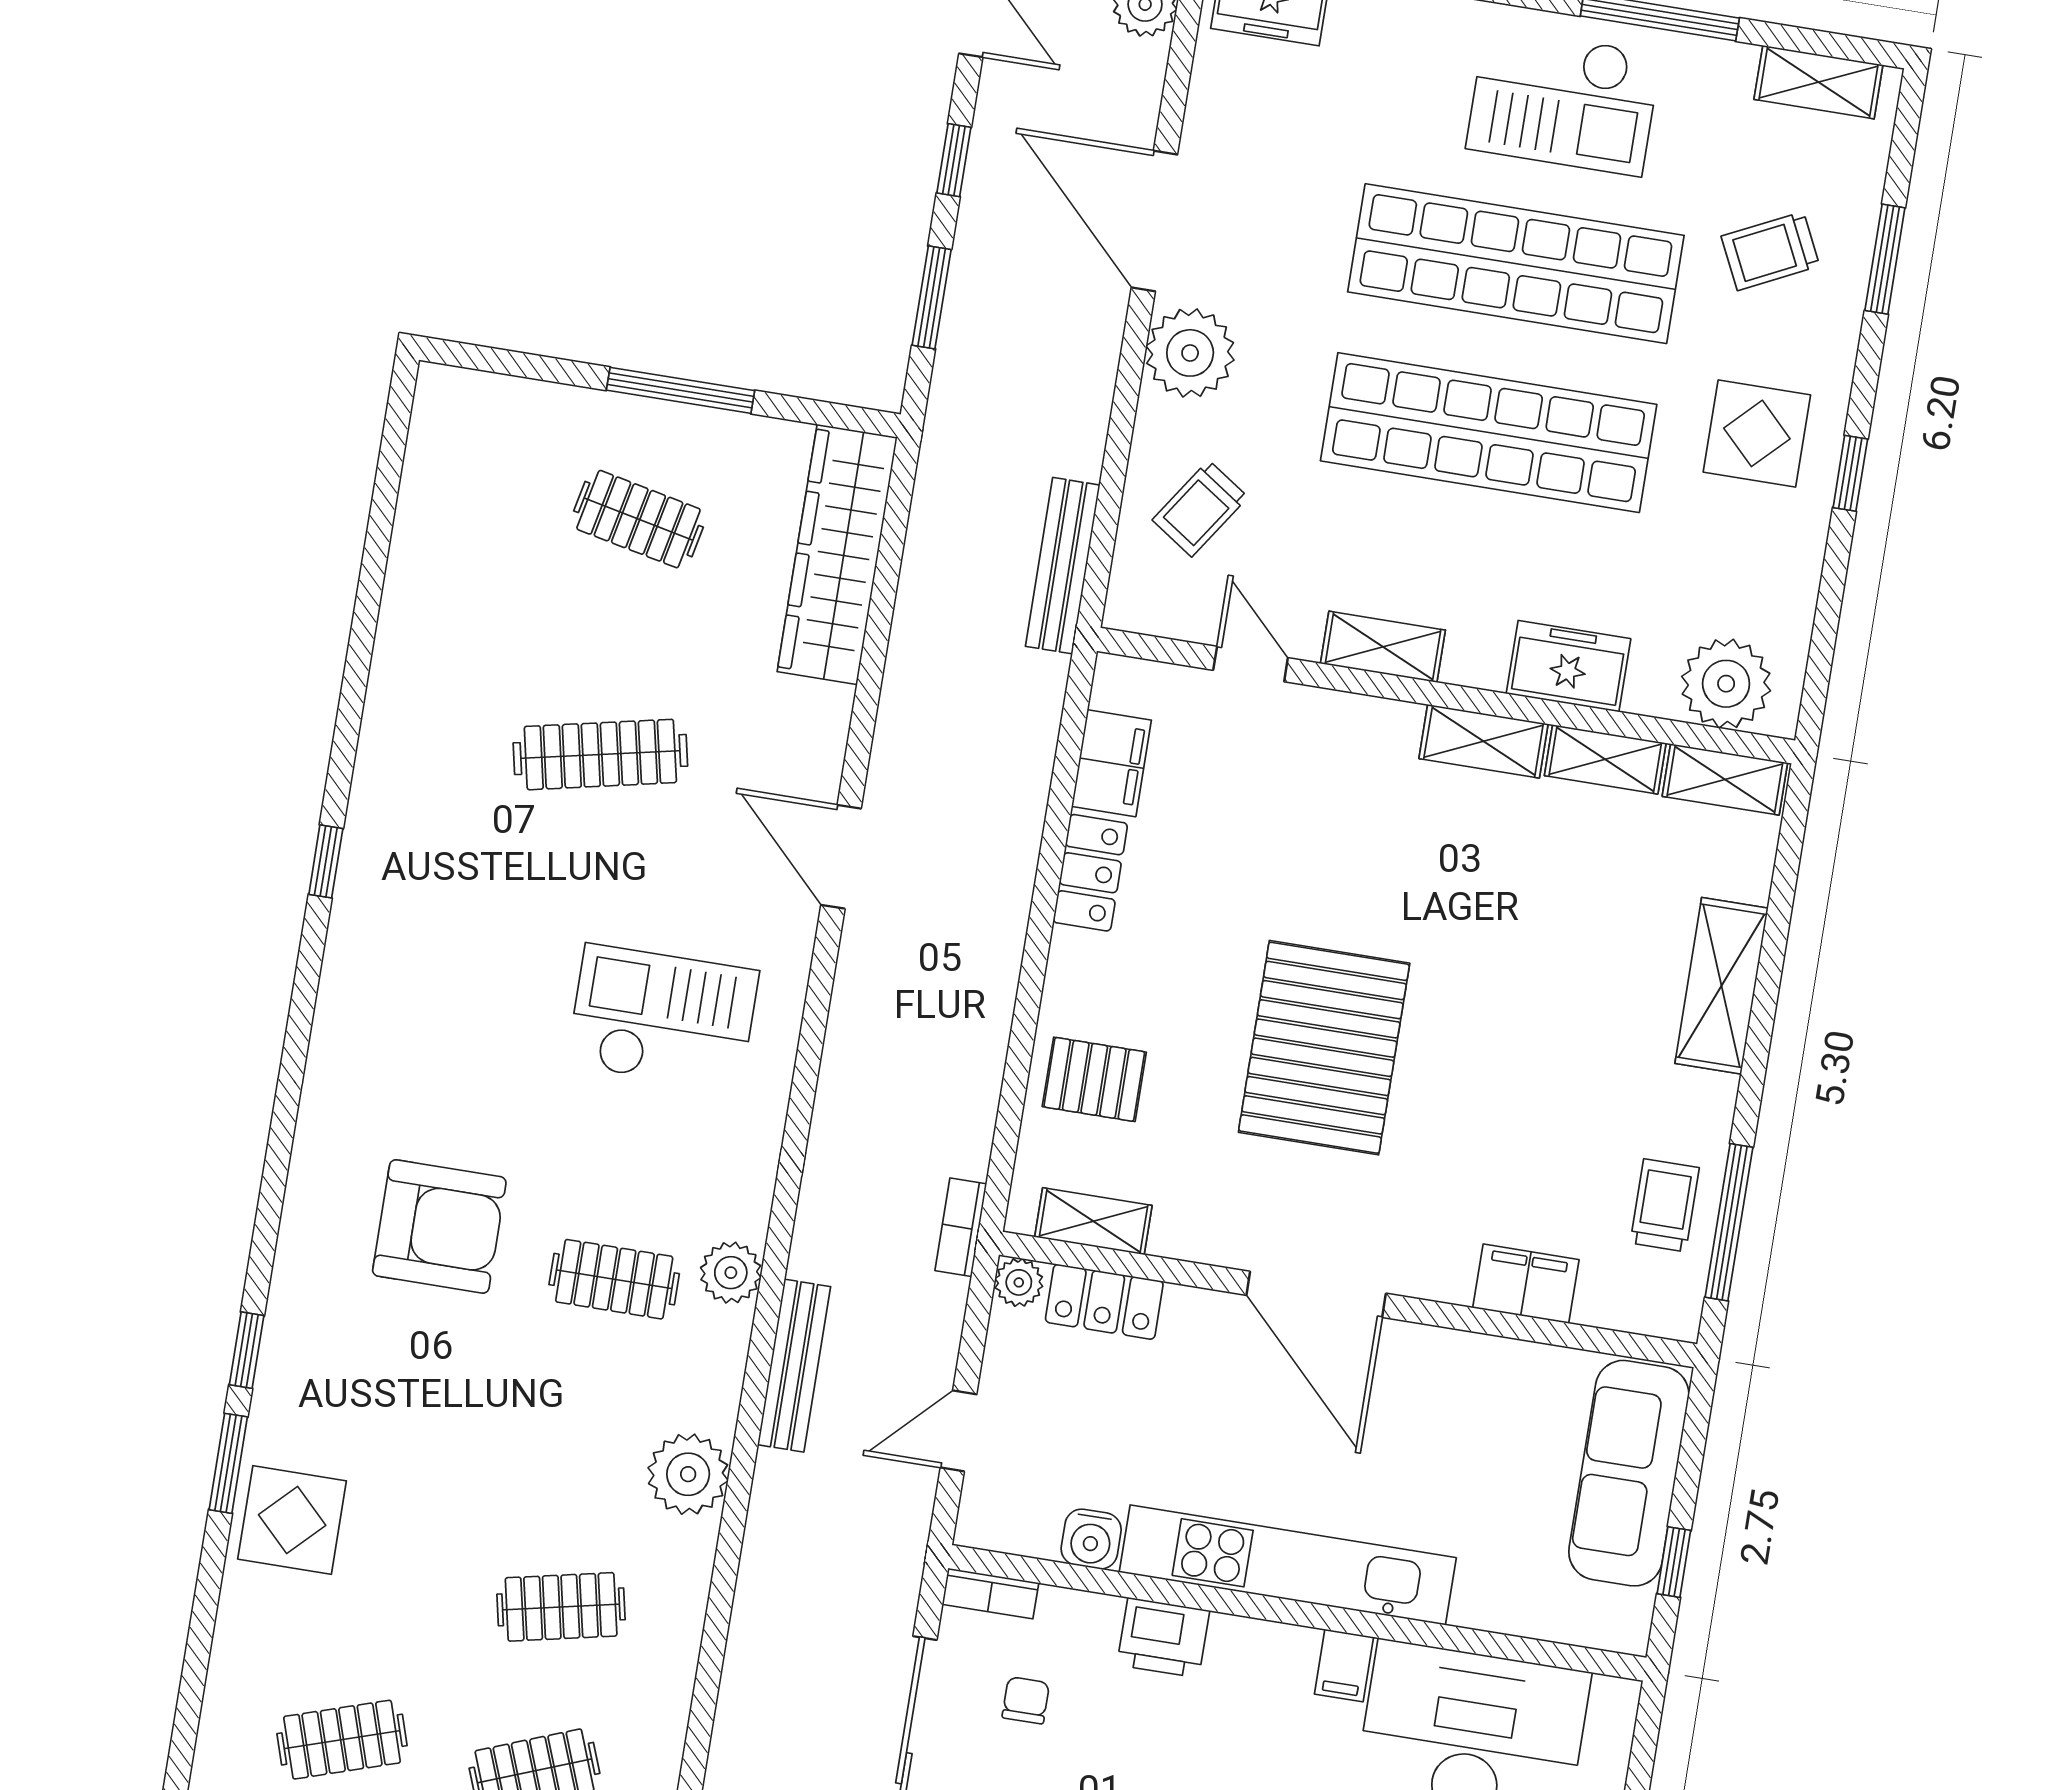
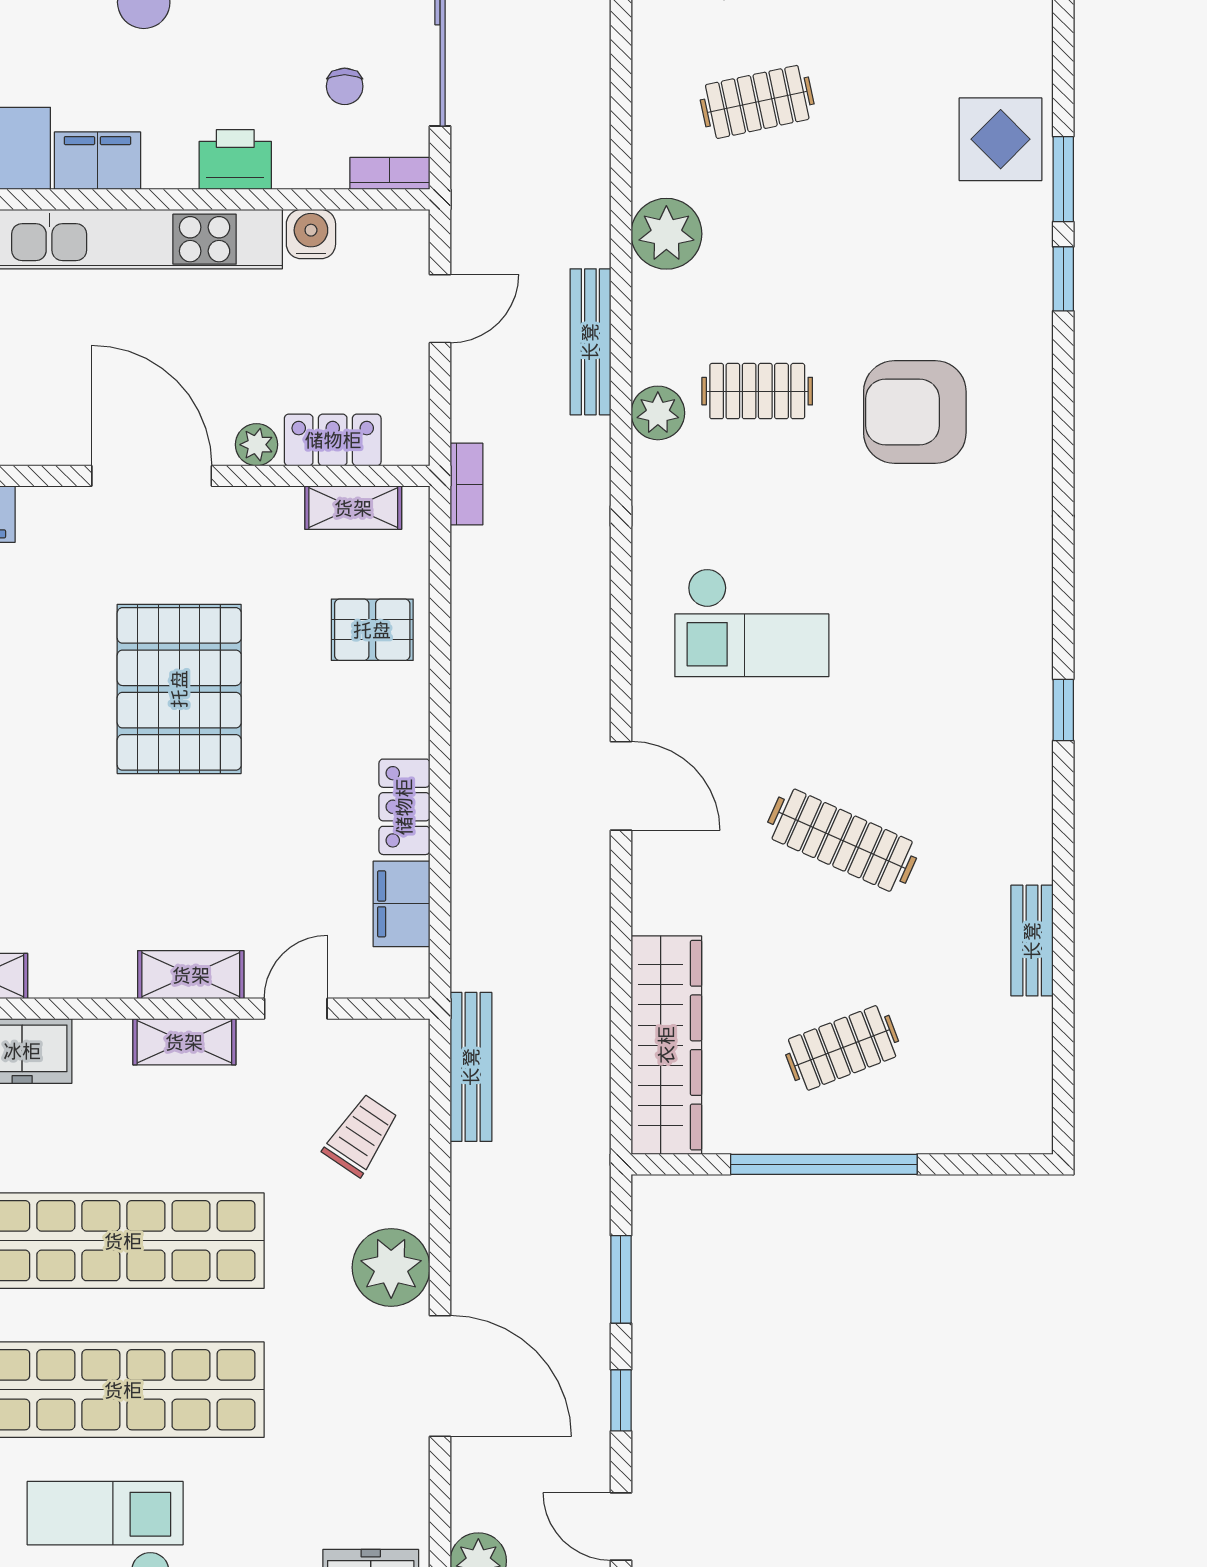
window: (680, 390) -> (824, 1164), width x1.46
clothes rail: (638, 519) -> (842, 1048), turned -33
bench: (403, 606) -> (1032, 941), added
door: (1251, 664) -> (296, 1009), swing flipped
shelving: (1484, 741) -> (191, 975), moved
clothes rail: (600, 755) -> (842, 840), turned 36
plant: (1019, 1282) -> (257, 445), moved
filing cabinet: (1344, 1665) -> (98, 161), width x2.00

